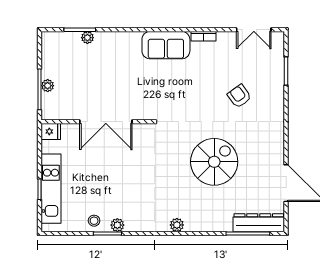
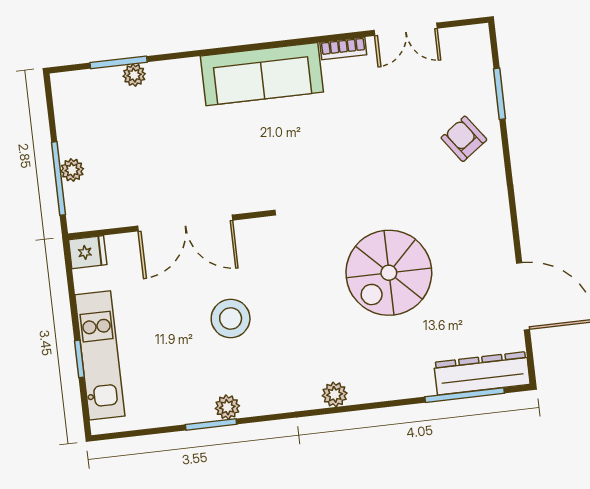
double door: (254, 30) -> (406, 29), moved
sofa: (166, 45) -> (262, 74), width x1.36
armchair: (239, 96) -> (464, 139), moved
spiral stairs: (214, 162) -> (389, 273), turned 180
stool: (94, 221) -> (231, 318), moved, width x1.89, depth x1.89

